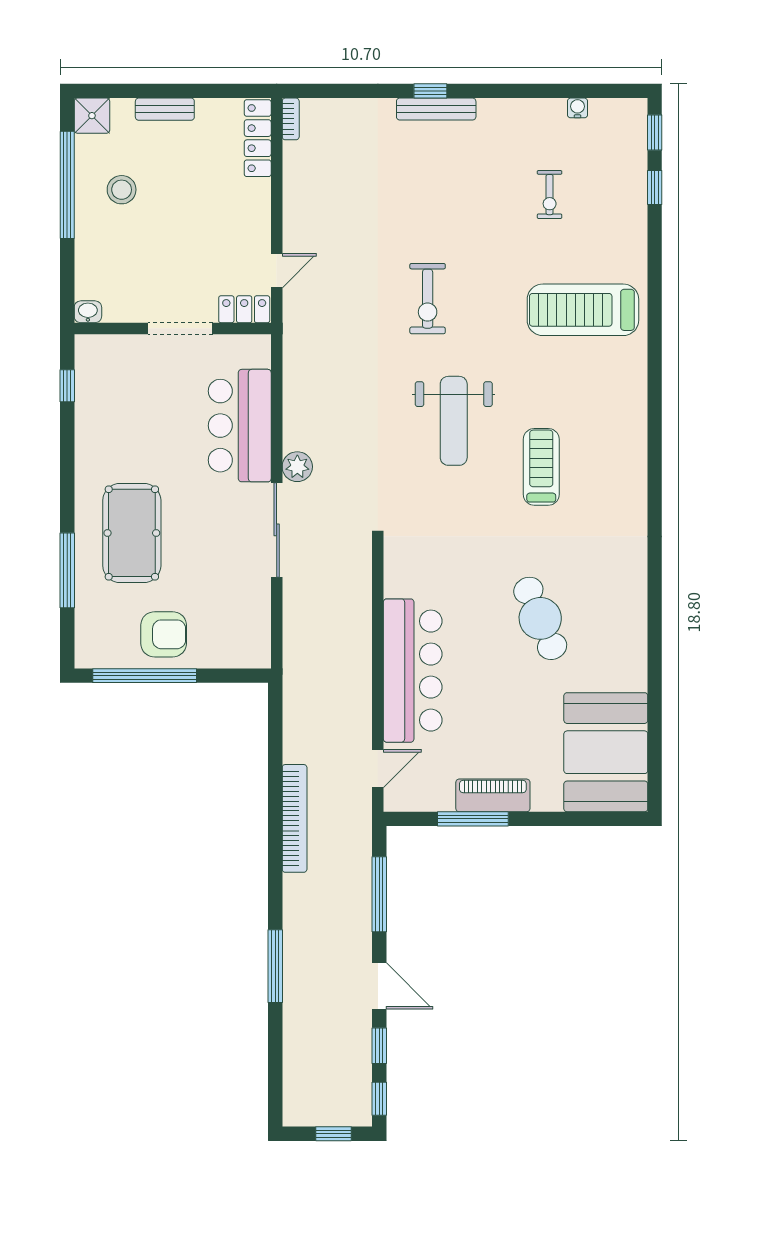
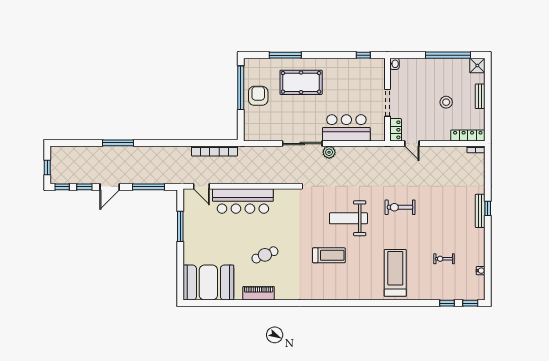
stool: (122, 190) -> (446, 102), moved
cafe table: (540, 618) -> (265, 255), width x0.73, depth x0.74
armchair: (164, 634) -> (258, 96), turned 180
piano: (493, 795) -> (259, 293), moved, turned -90
bookcase: (295, 818) -> (215, 151), moved

